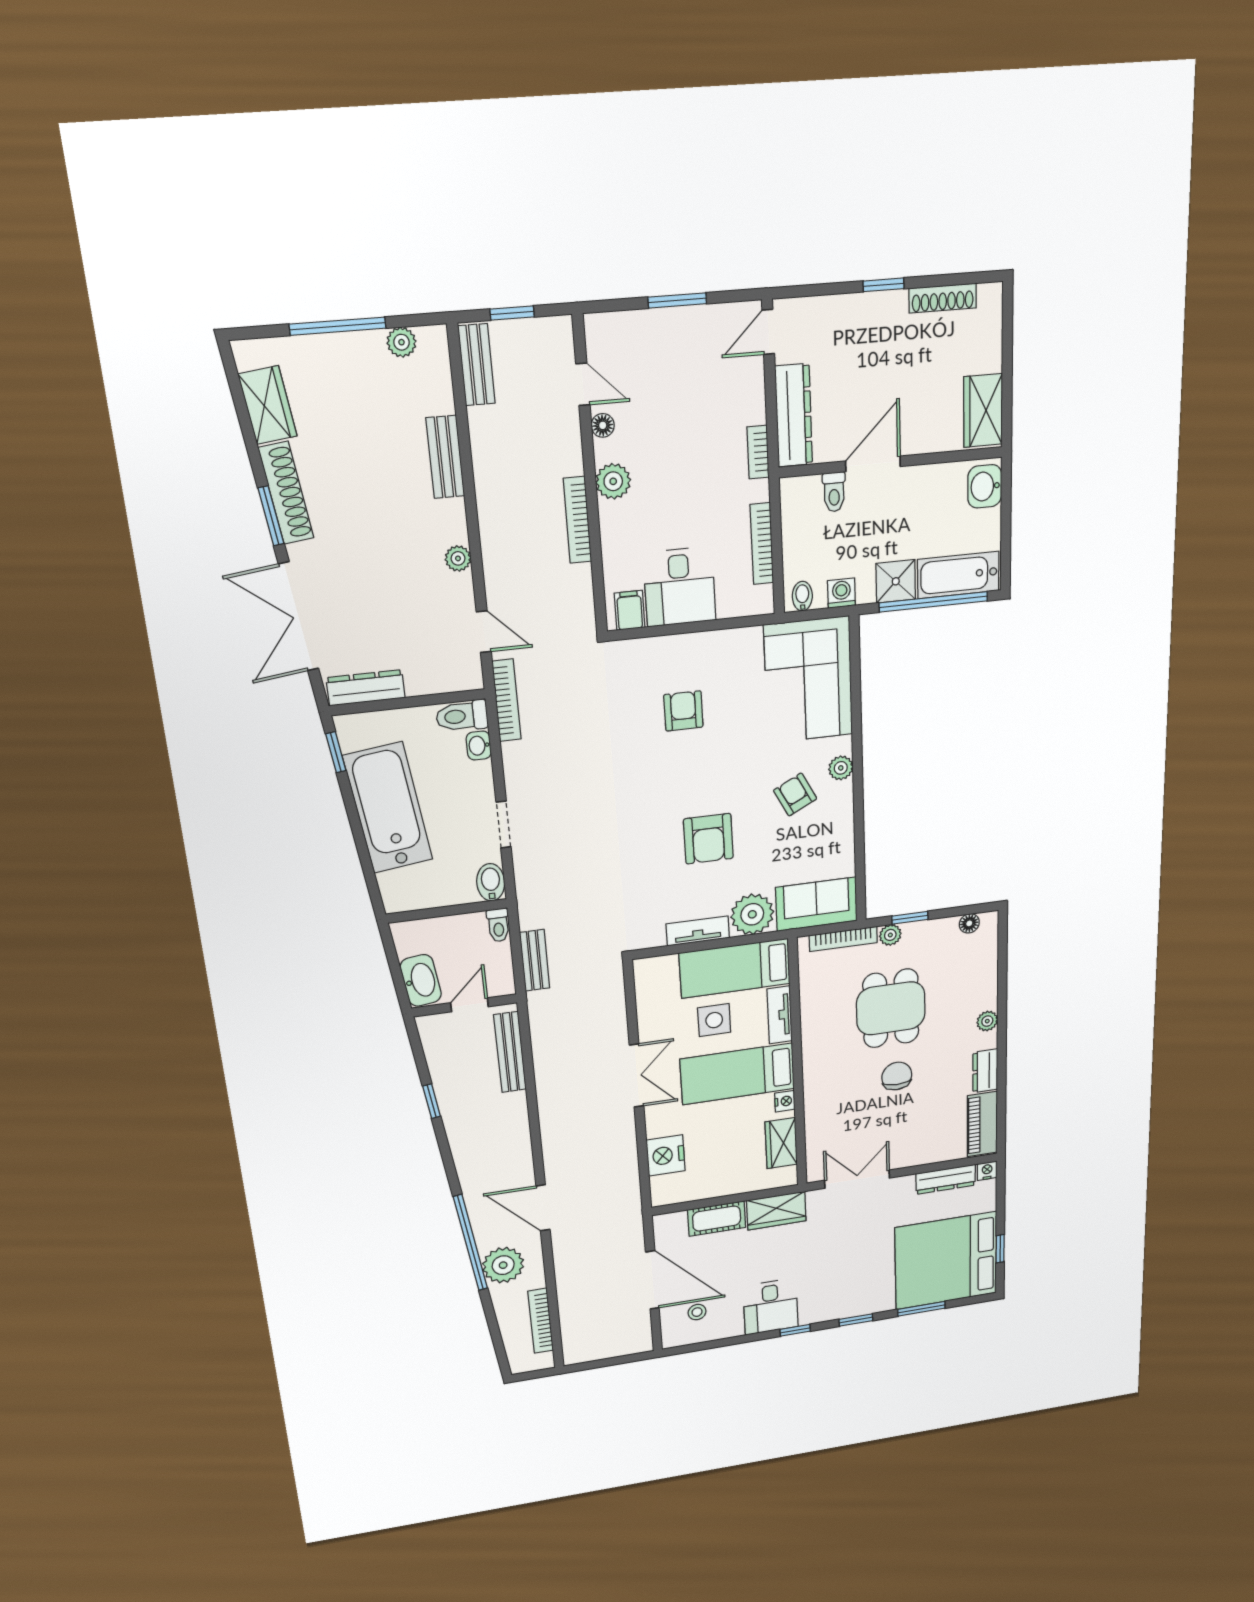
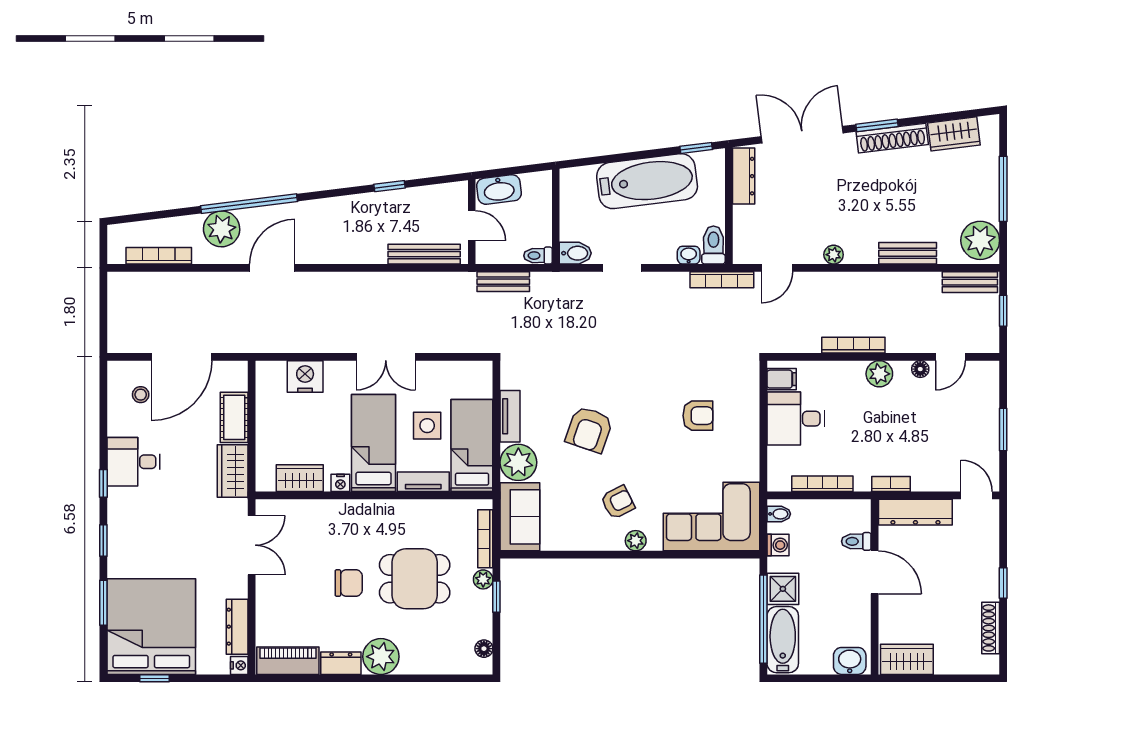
plant: (401, 342) -> (980, 240), width x1.87, depth x1.87
armchair: (708, 839) -> (589, 430), turned -71
plant: (987, 1021) -> (381, 657), width x1.88, depth x1.88

